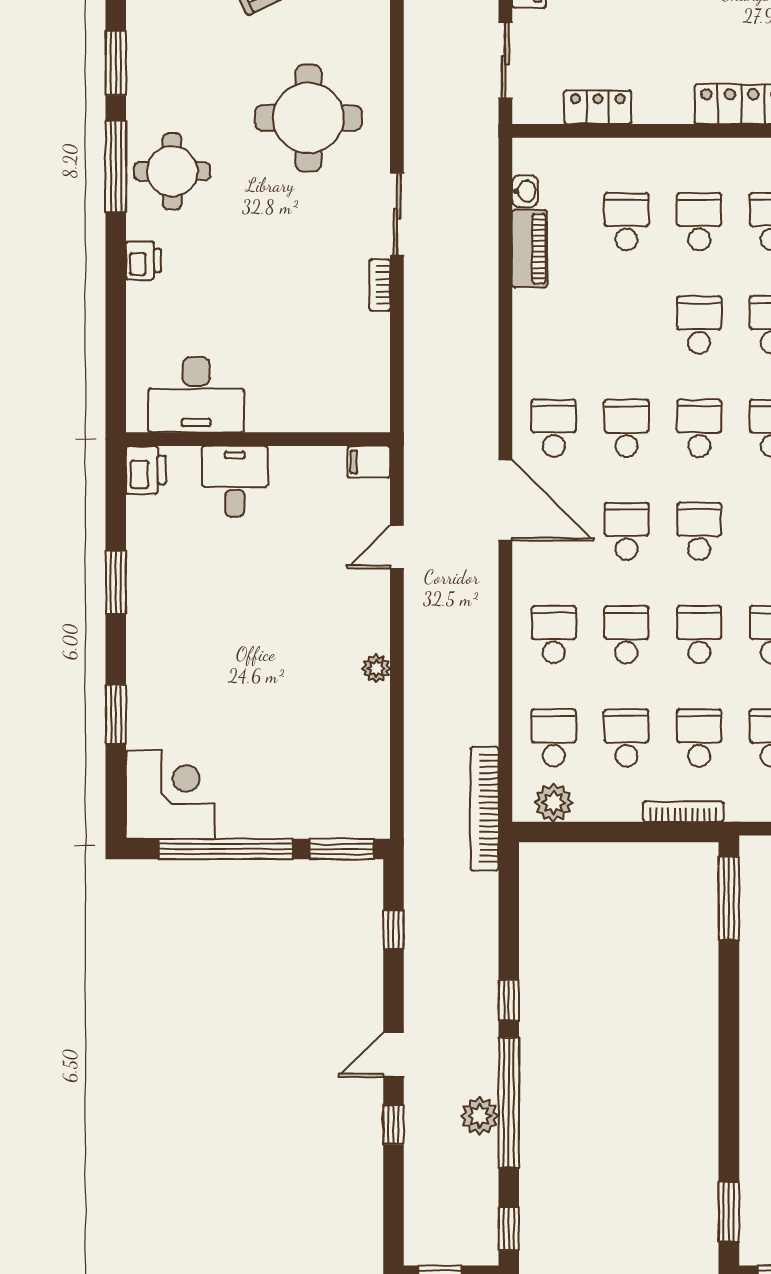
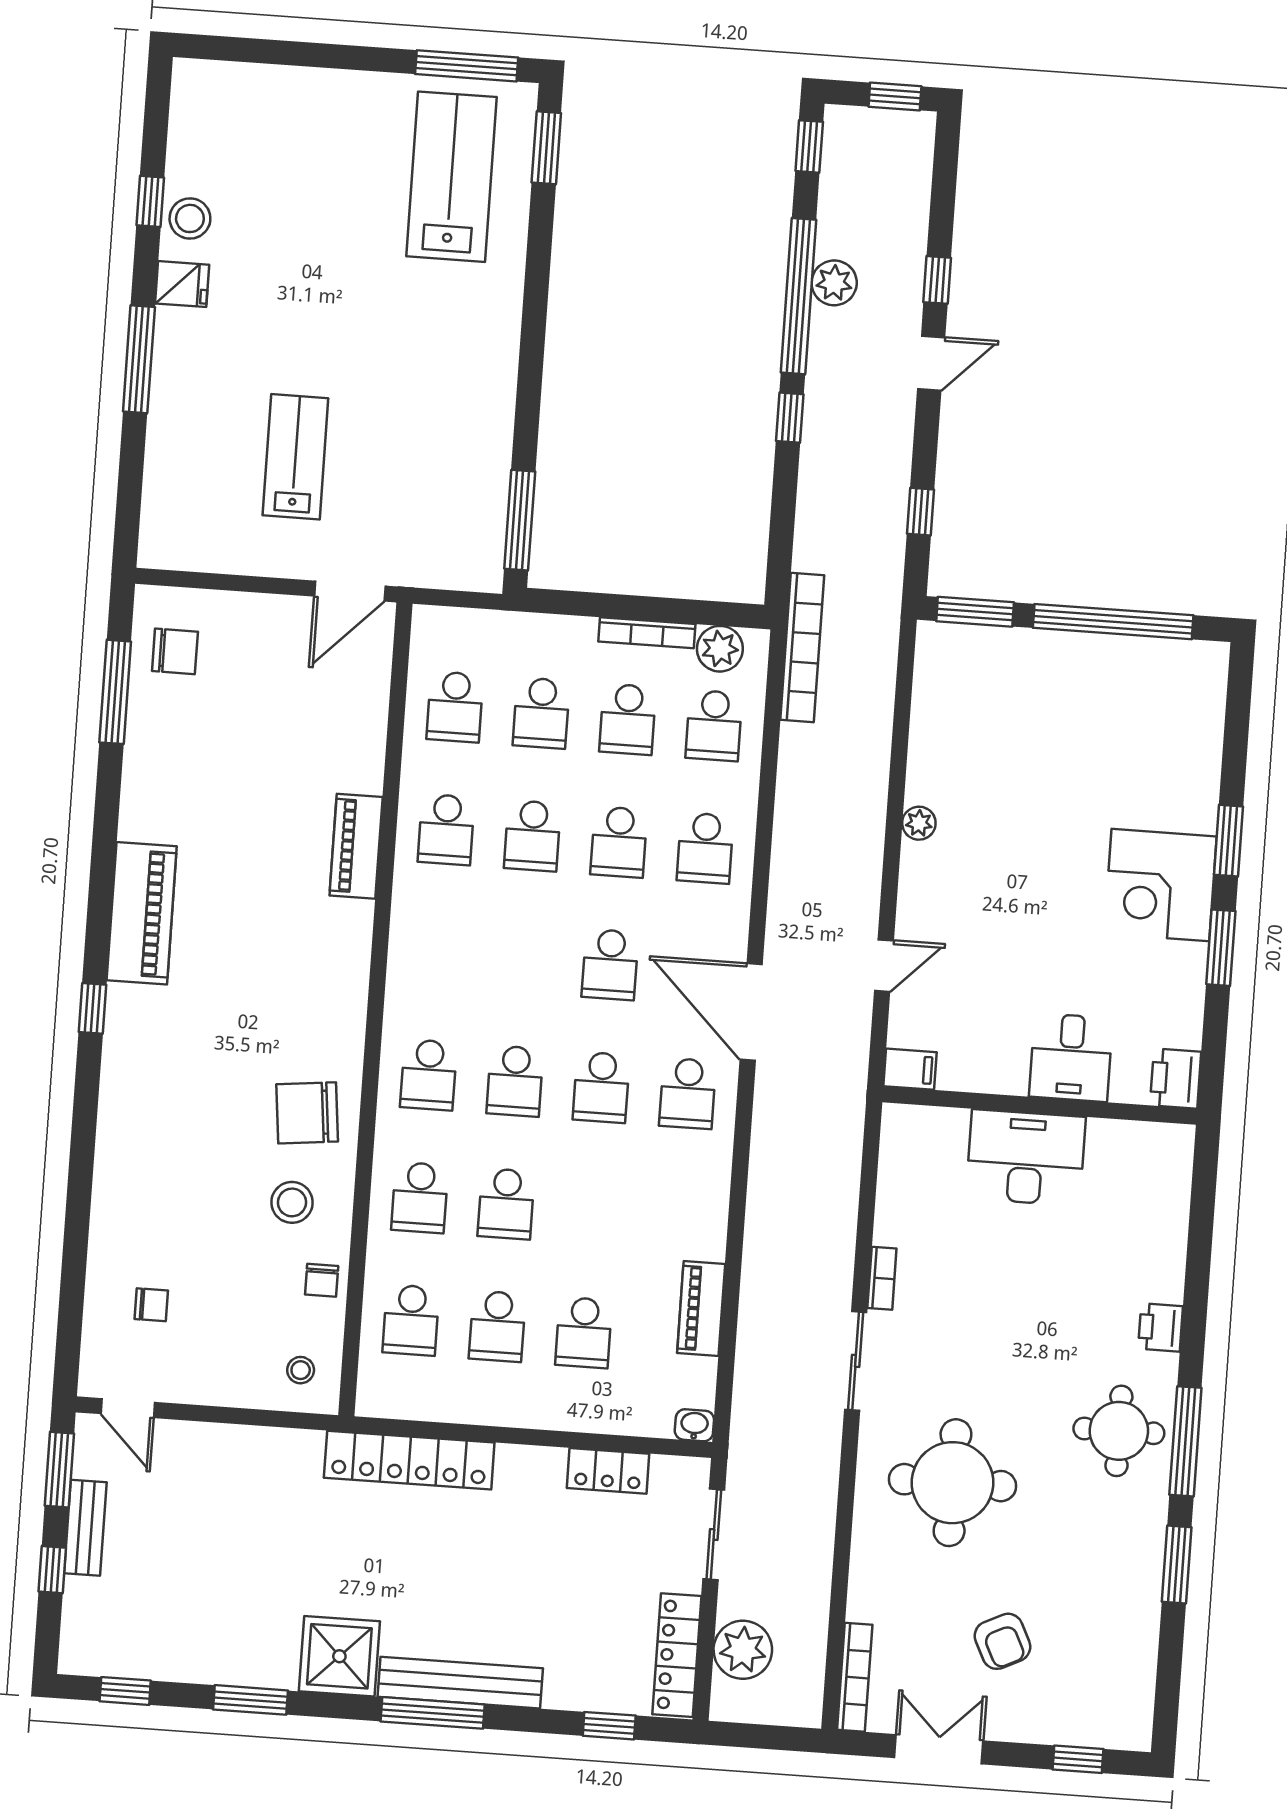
washbasin: (525, 191) -> (694, 1425), moved, turned 90
desk: (196, 395) -> (1026, 1158), moved
school desk: (699, 531) -> (524, 958), removed
window: (116, 714) -> (1228, 841), moved
corner desk: (170, 795) -> (1160, 885), moved
bookcase: (683, 812) -> (647, 633), moved

